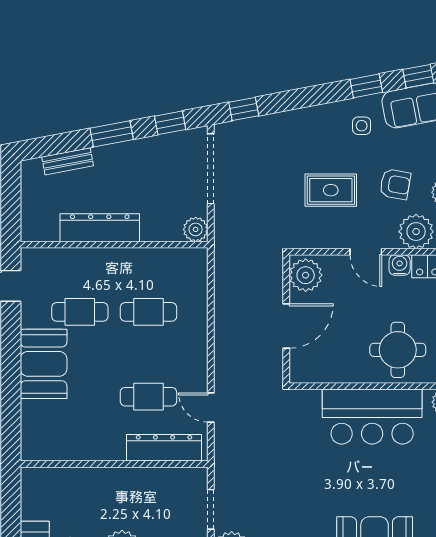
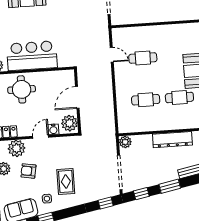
rug: (331, 190) -> (66, 181), moved, turned 90
door: (366, 252) -> (41, 137), hinge flipped
water cooler: (400, 265) -> (53, 129), moved
dresser: (164, 448) -> (133, 33), removed

